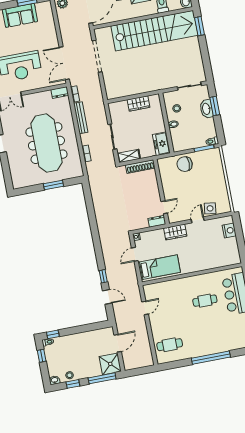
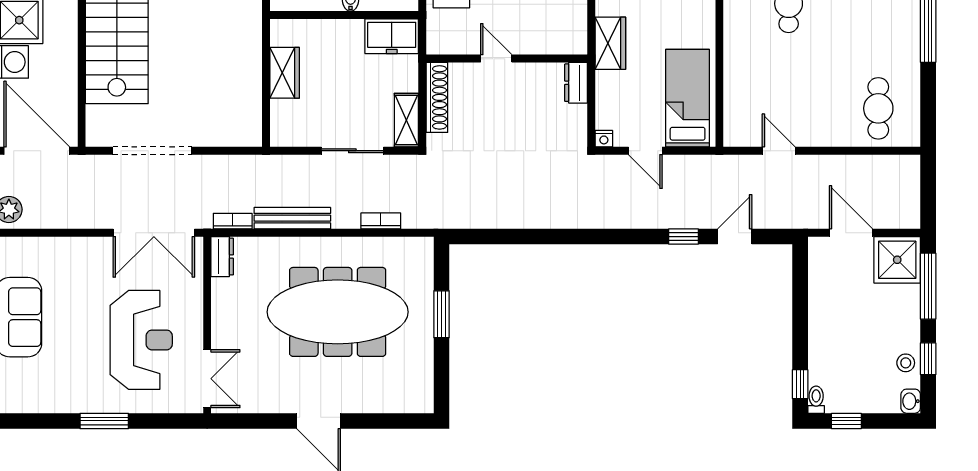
door: (164, 207) -> (496, 59), moved

